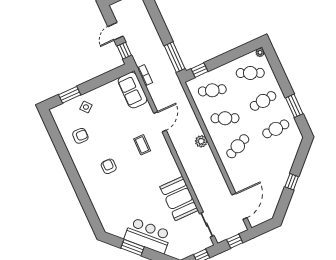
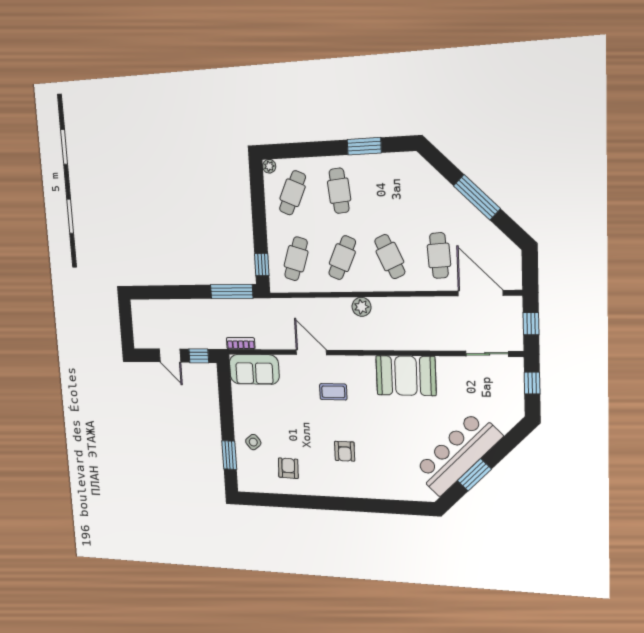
cafe table: (276, 129) -> (439, 255), moved
armchair: (109, 166) -> (345, 451), turned -90
window: (292, 182) -> (477, 197), width x2.17
booth: (179, 199) -> (406, 376), moved
bar counter: (148, 236) -> (458, 454), width x1.36

